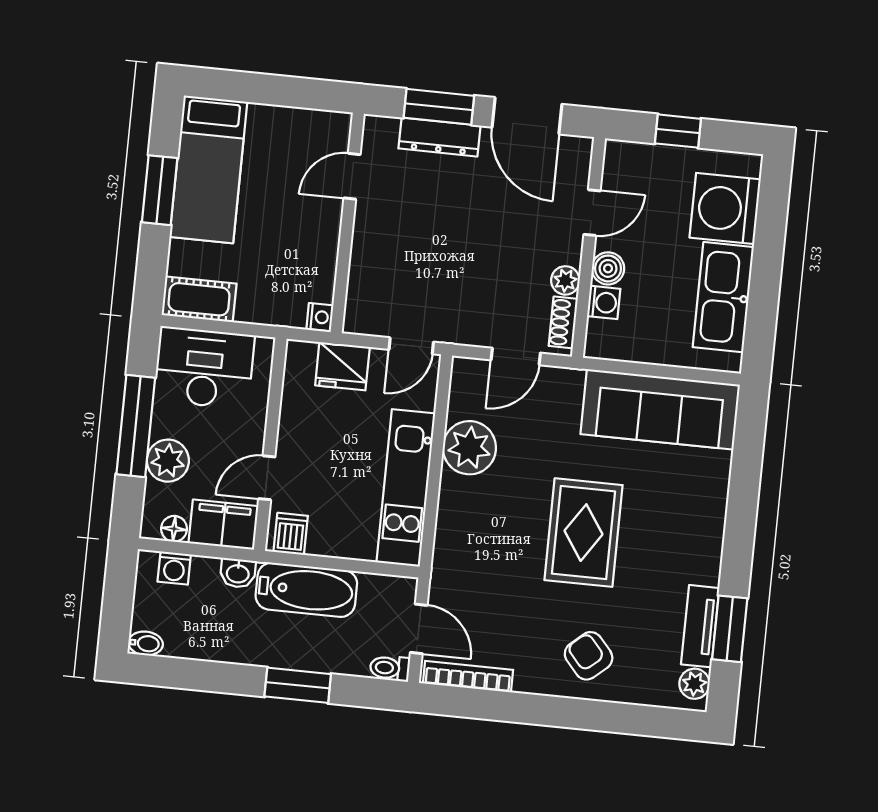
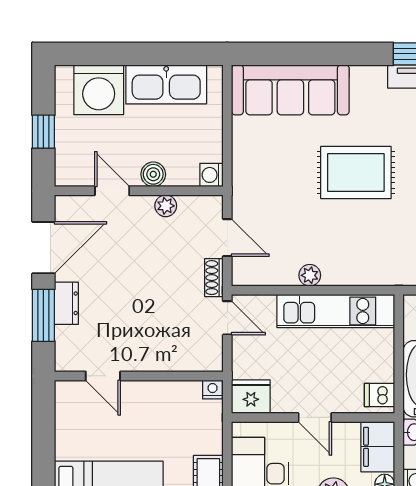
dresser: (439, 137) -> (66, 303), width x0.70
washing machine: (604, 302) -> (211, 175), moved, turned -90
shoe rack: (563, 322) -> (214, 278), moved, turned 90
fridge: (342, 366) -> (251, 397), moved, turned -90
sofa: (660, 409) -> (290, 90), moved, turned 90
plant: (469, 448) -> (310, 275), width x0.53, depth x0.53
door: (267, 478) -> (315, 417), moved

